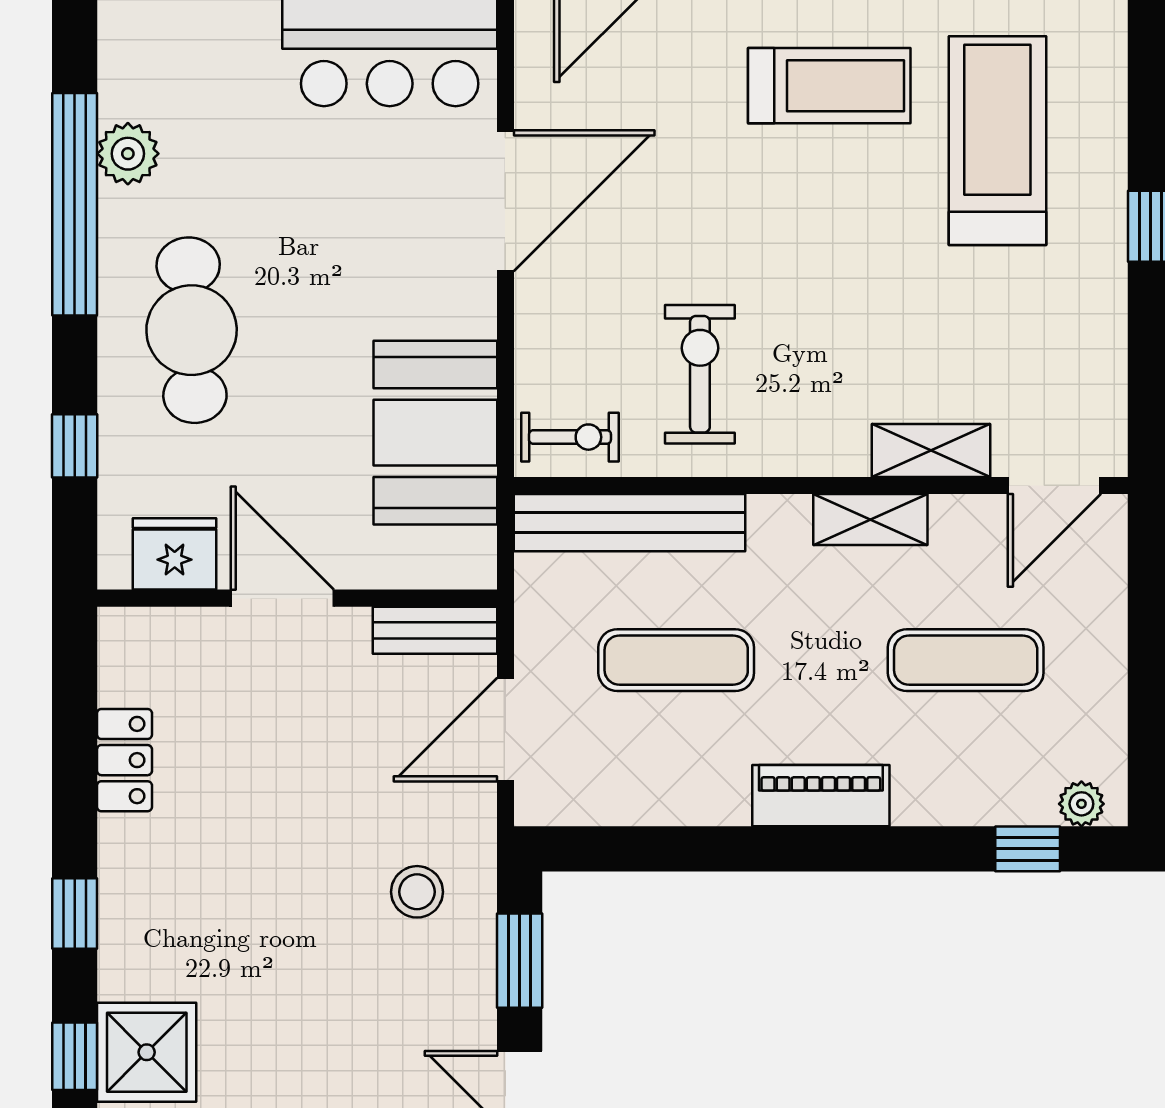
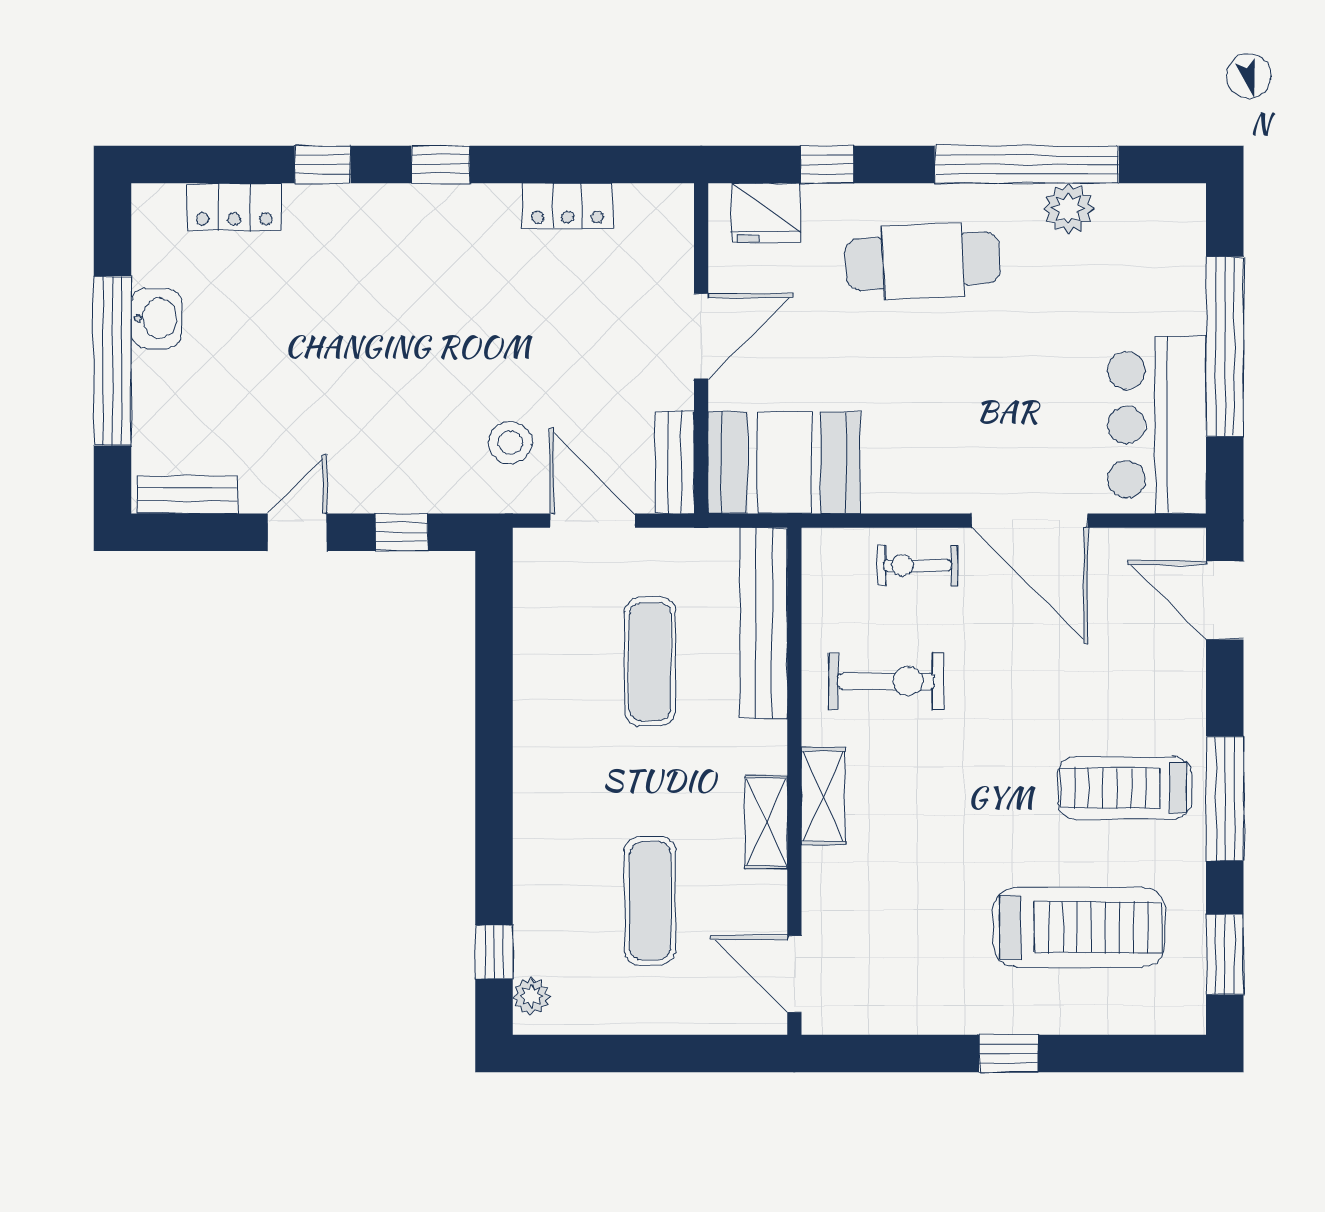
treadmill: (829, 86) -> (1125, 788), turned 90
booth: (435, 433) -> (784, 463), moved
exercise bike: (570, 437) -> (917, 565), moved, turned 90
shelving: (931, 450) -> (823, 796), moved
fridge: (175, 554) -> (766, 213), moved, turned 90
piano: (821, 796) -> (538, 781), removed
stool: (417, 892) -> (510, 442), moved
window: (520, 961) -> (402, 532), width x0.67
shower: (147, 1052) -> (326, 224), removed

